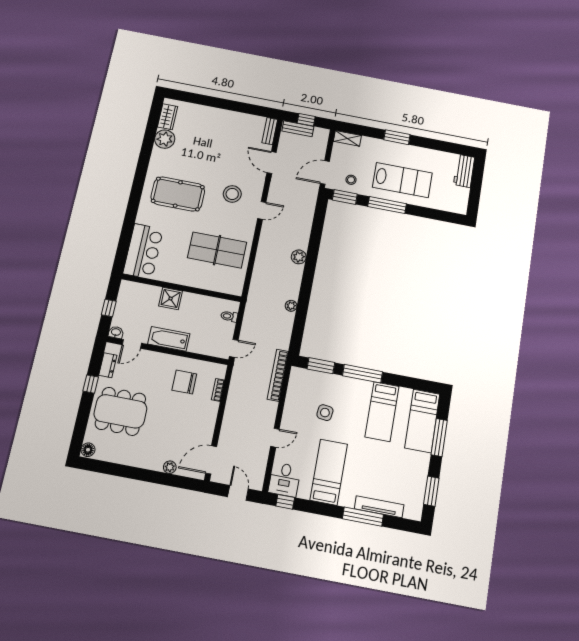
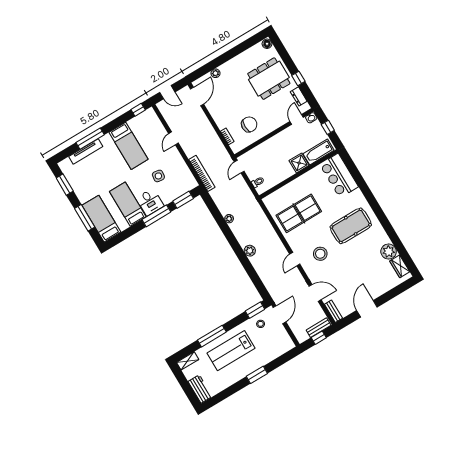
door: (235, 106) -> (367, 309), added
shelving: (347, 138) -> (188, 361), moved
window: (387, 205) -> (212, 336), moved
bathtub: (169, 339) -> (319, 152), moved, turned 180
desk: (284, 480) -> (150, 202), moved, turned 180

